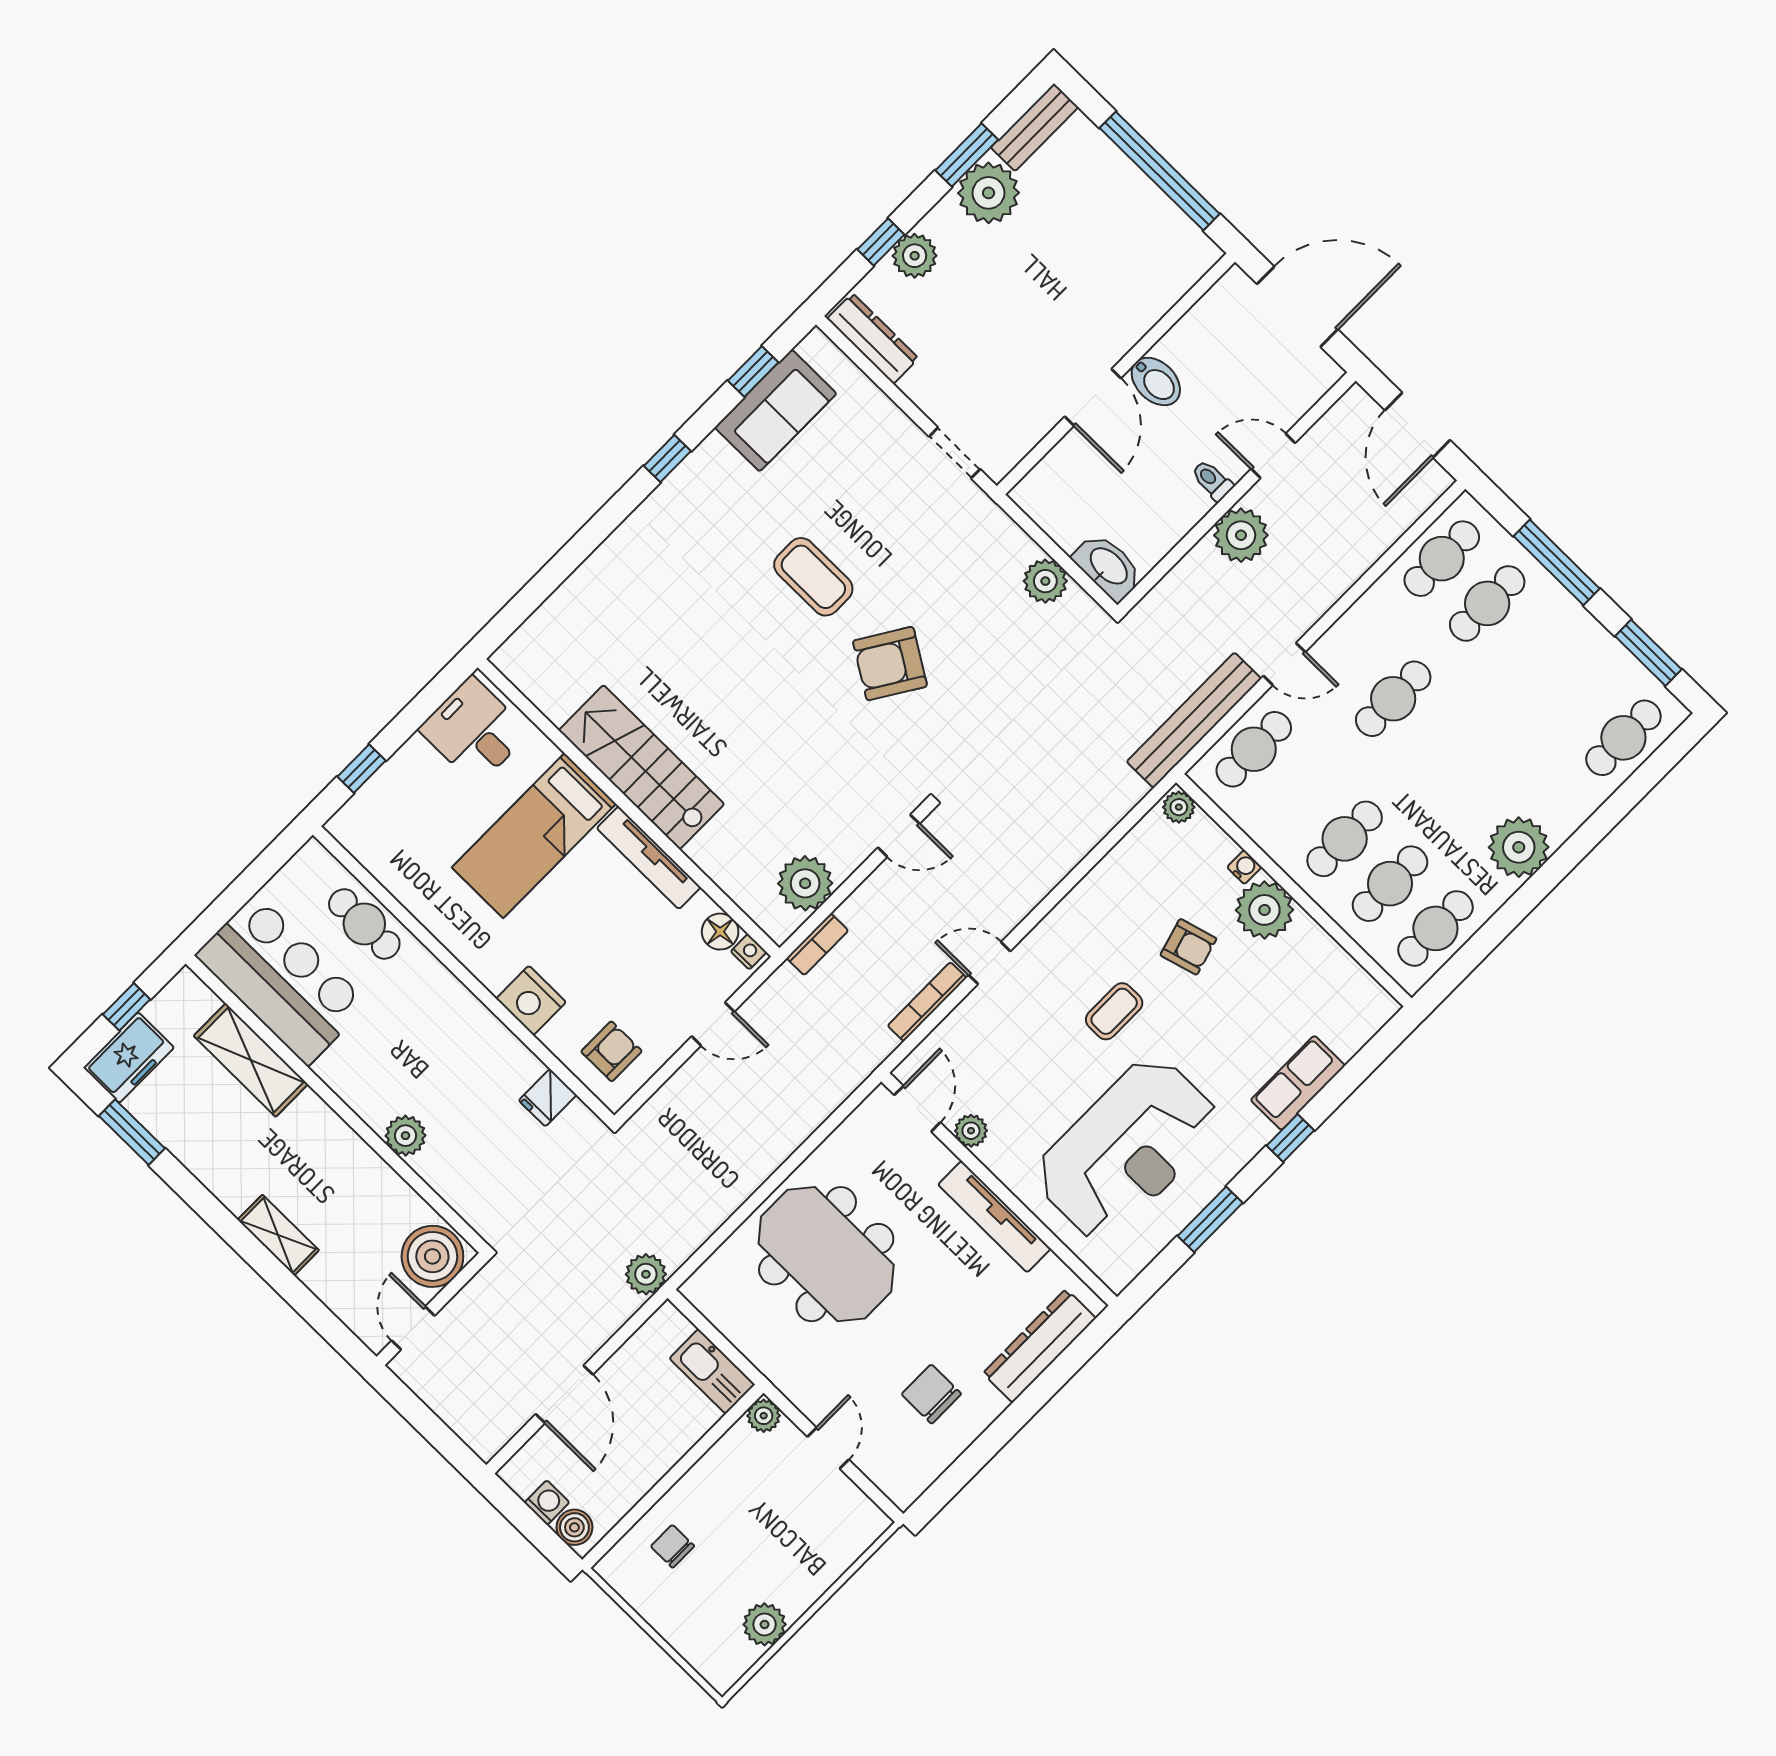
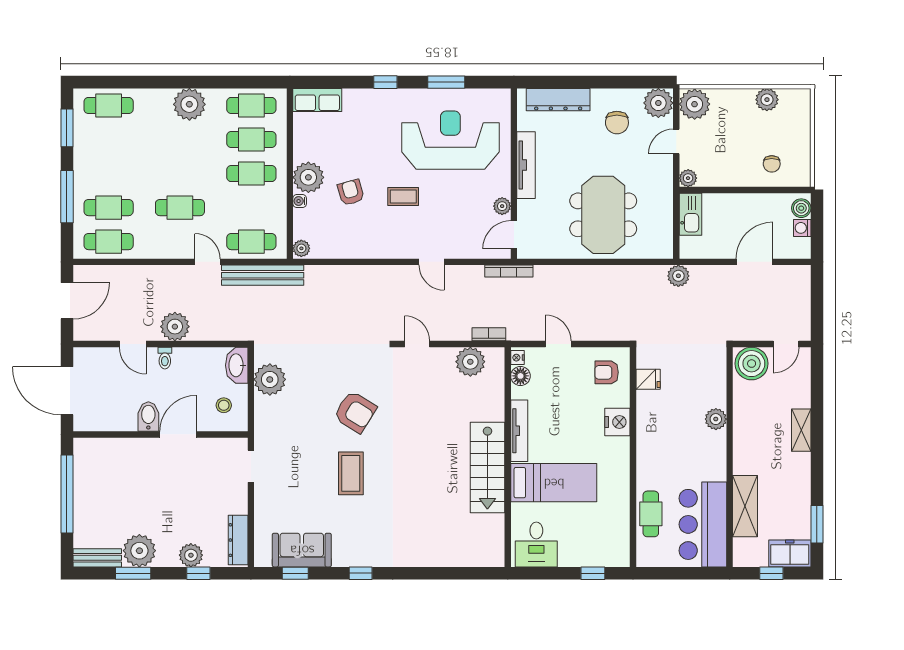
stool: (1072, 497) -> (224, 405), added
plant: (1045, 581) -> (270, 379), width x1.36, depth x1.36
bookcase: (927, 1002) -> (509, 271), moved
row of seats: (1298, 1083) -> (317, 100), moved
plant: (903, 1475) -> (658, 103), added
plant: (854, 1522) -> (695, 104), added

